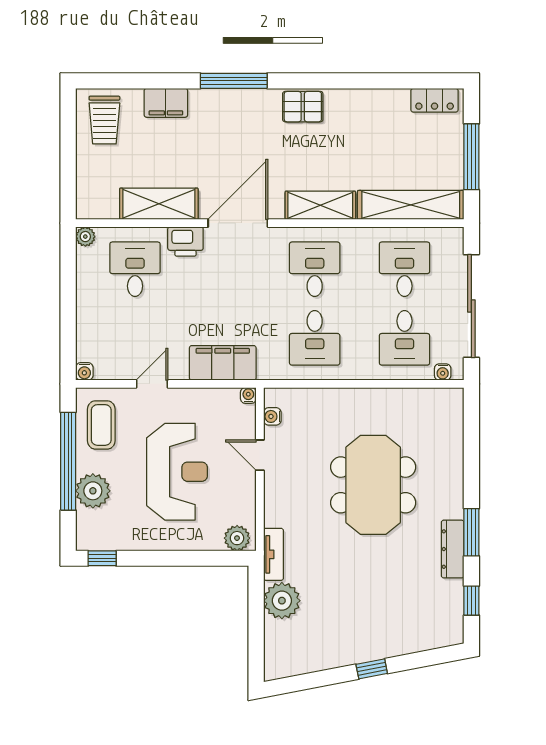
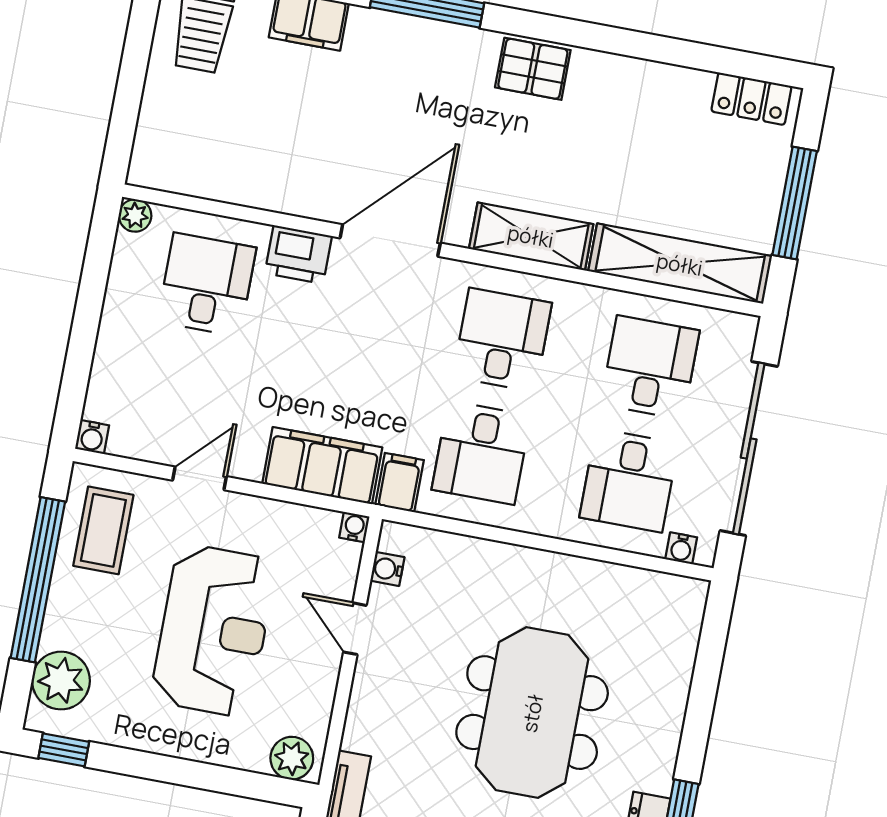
shelving: (159, 204) -> (266, 184), removed
filing cabinet: (270, 364) -> (399, 483), added
plant: (93, 491) -> (61, 681), moved

